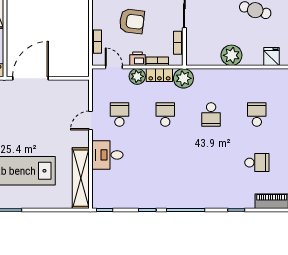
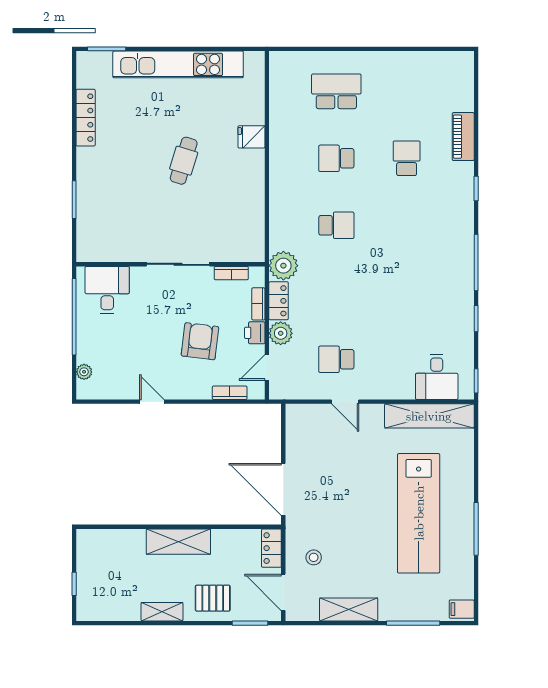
plant: (231, 55) -> (250, 195), removed
school desk: (165, 115) -> (336, 292), removed
desk: (107, 155) -> (437, 377), moved

